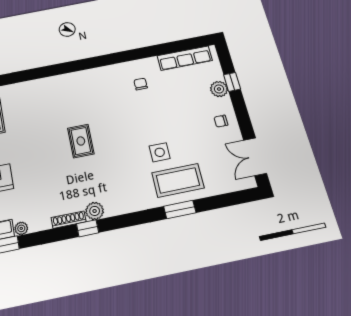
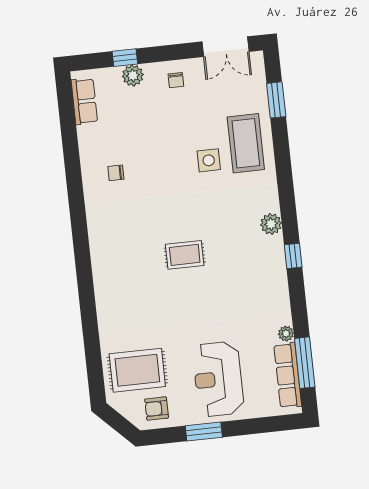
row of seats: (185, 58) -> (84, 101), width x0.68
window: (180, 210) -> (276, 100), moved
plant: (95, 211) -> (271, 224), moved
shoe rack: (69, 220) -> (281, 277), removed

